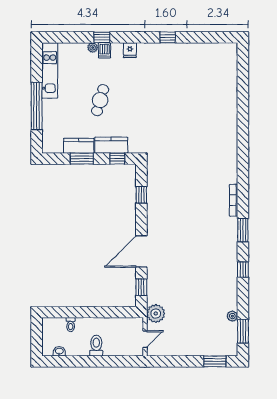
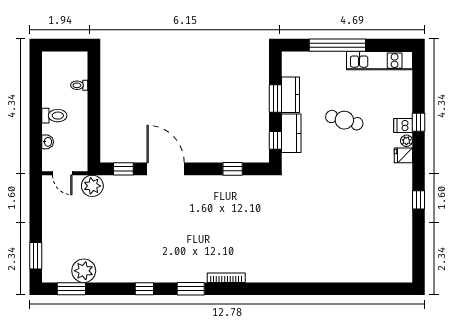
plant: (93, 48) -> (406, 141), moved
plant: (232, 316) -> (84, 271), width x1.88, depth x1.88
washbasin: (59, 351) -> (48, 142), moved

